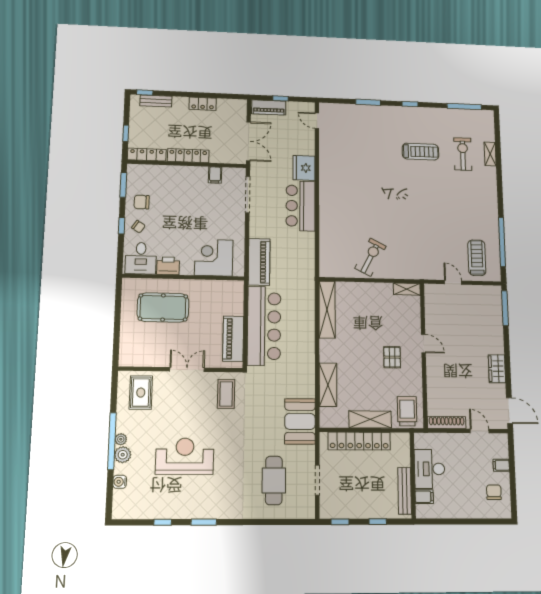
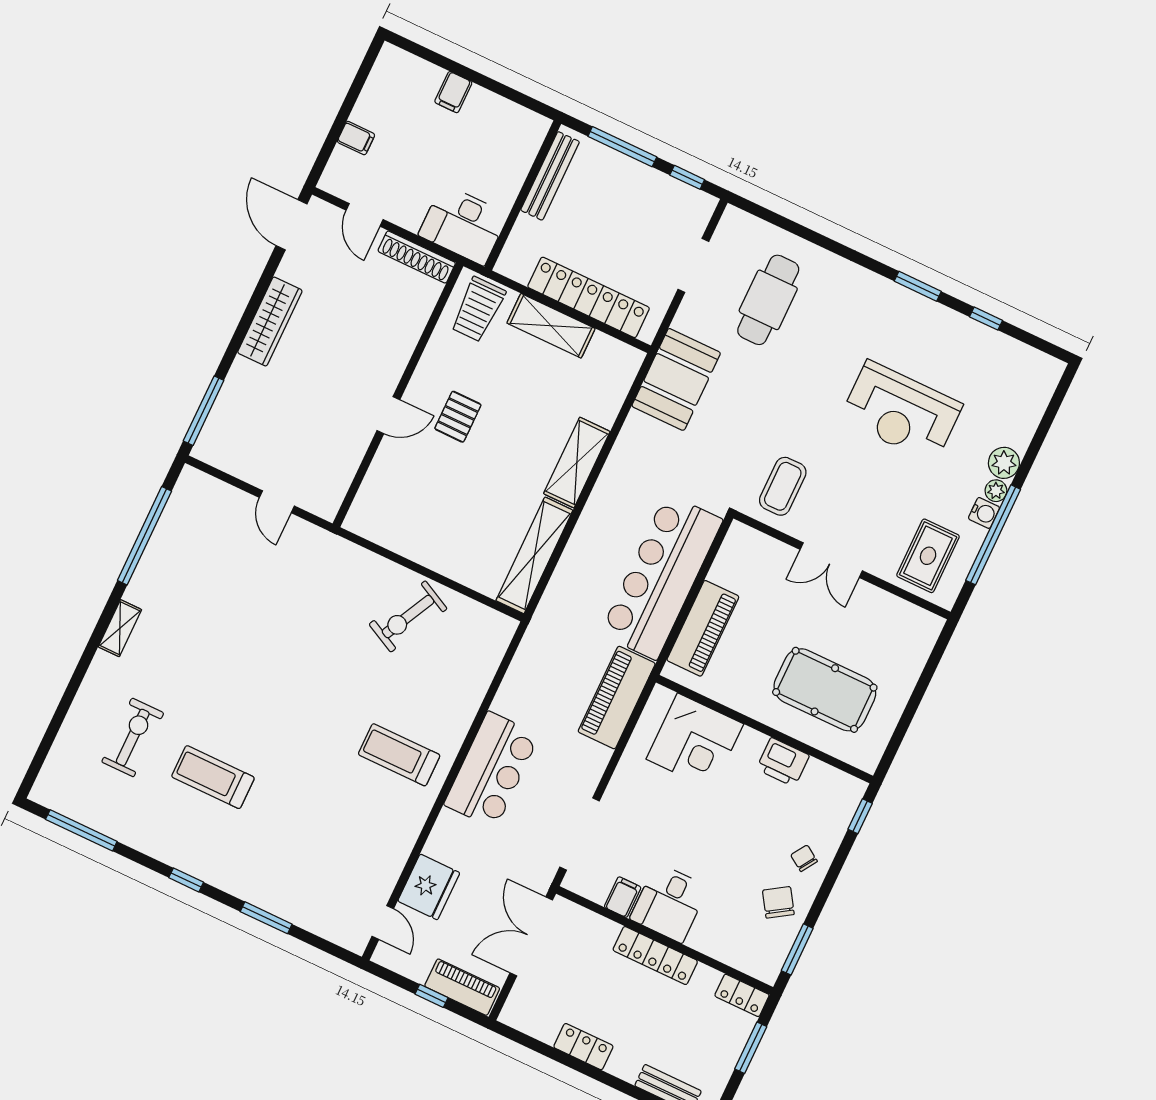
window: (126, 133) -> (751, 1048), width x1.50
exercise bike: (463, 154) -> (133, 737), turned 180
shelving: (490, 154) -> (120, 628), moved
locker: (147, 155) -> (742, 995), width x0.66
fridge: (304, 168) -> (429, 887), moved
chair: (142, 202) -> (778, 902), turned -123
window: (122, 226) -> (860, 816), moved
desk: (141, 258) -> (669, 903), moved, turned 180
treadmill: (477, 258) -> (399, 755), moved, turned 90
shelving: (407, 289) -> (370, 528), removed
piano: (233, 339) -> (703, 628), moved
door: (423, 344) -> (388, 415), swing flipped
wardrobe: (497, 369) -> (270, 321), width x1.50
shelving: (328, 385) -> (577, 463), moved
window: (112, 441) -> (993, 535), moved
desk: (430, 469) -> (463, 225), moved, turned 90
water cooler: (120, 482) -> (984, 513), moved
chair: (494, 492) -> (393, 99), removed
filing cabinet: (424, 497) -> (453, 92), moved, turned -90
window: (378, 522) -> (622, 147), width x2.17

